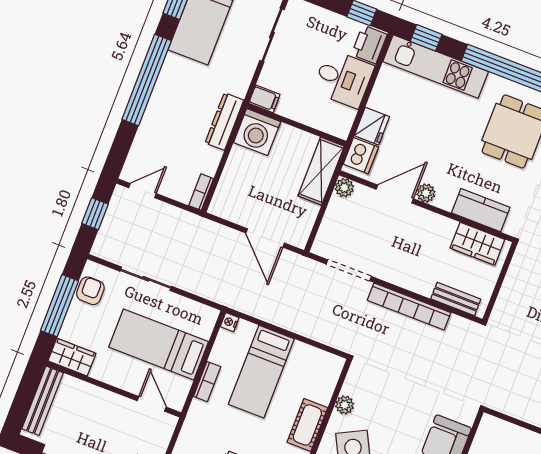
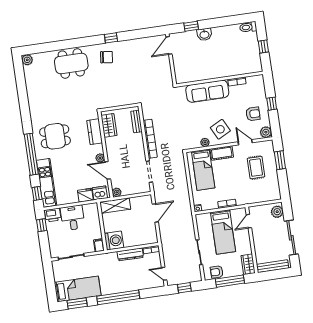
dresser: (224, 121) -> (130, 254), moved
bed: (261, 372) -> (203, 170), moved, turned 90

